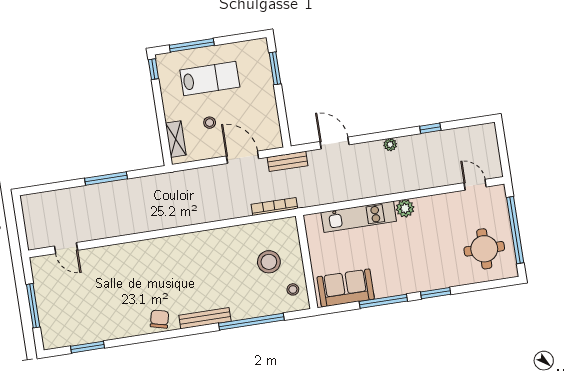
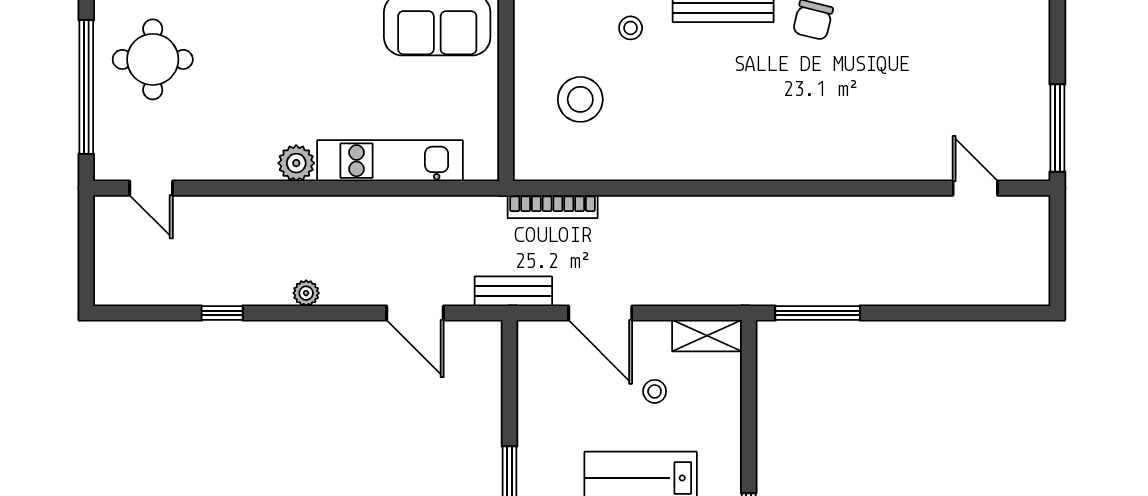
shelving: (176, 139) -> (707, 336), moved, turned 90
window: (106, 178) -> (818, 313), moved
stool: (293, 289) -> (631, 28), moved
window: (33, 306) -> (1057, 128), moved

